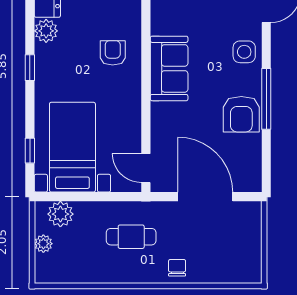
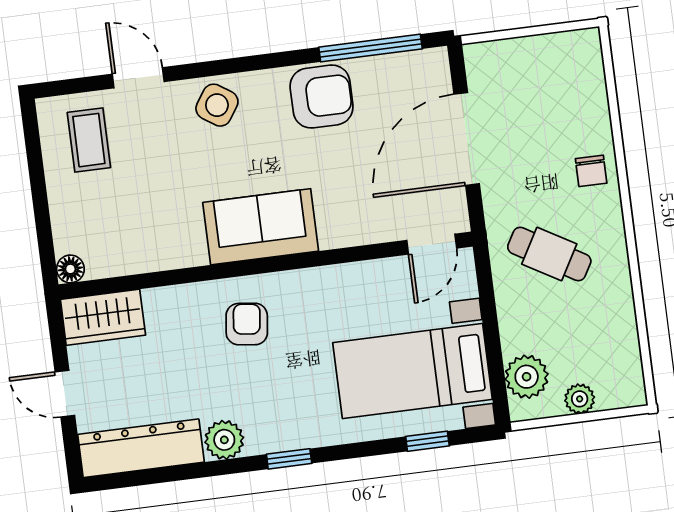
side table: (244, 52) -> (217, 105), turned 34
armchair: (113, 53) -> (247, 324), turned 97
window: (266, 99) -> (370, 48), moved
cafe table: (131, 237) -> (549, 254), turned -60
chair: (177, 268) -> (591, 171), turned -90

